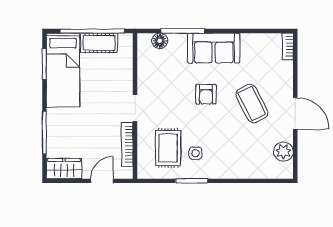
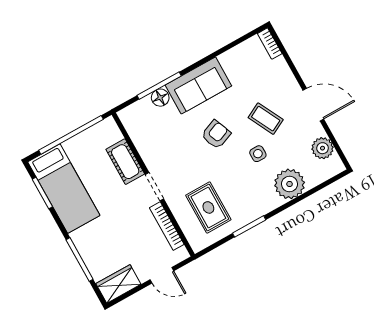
floor lamp: (160, 41) -> (160, 98), moved
cot: (99, 43) -> (125, 162), moved, turned 90
armchair: (206, 94) -> (216, 134), turned -112
coffee table: (252, 104) -> (266, 119), width x0.73, depth x0.77
side table: (196, 153) -> (258, 154), moved
plant: (242, 165) -> (290, 184), added
door: (102, 181) -> (162, 275), swing flipped

